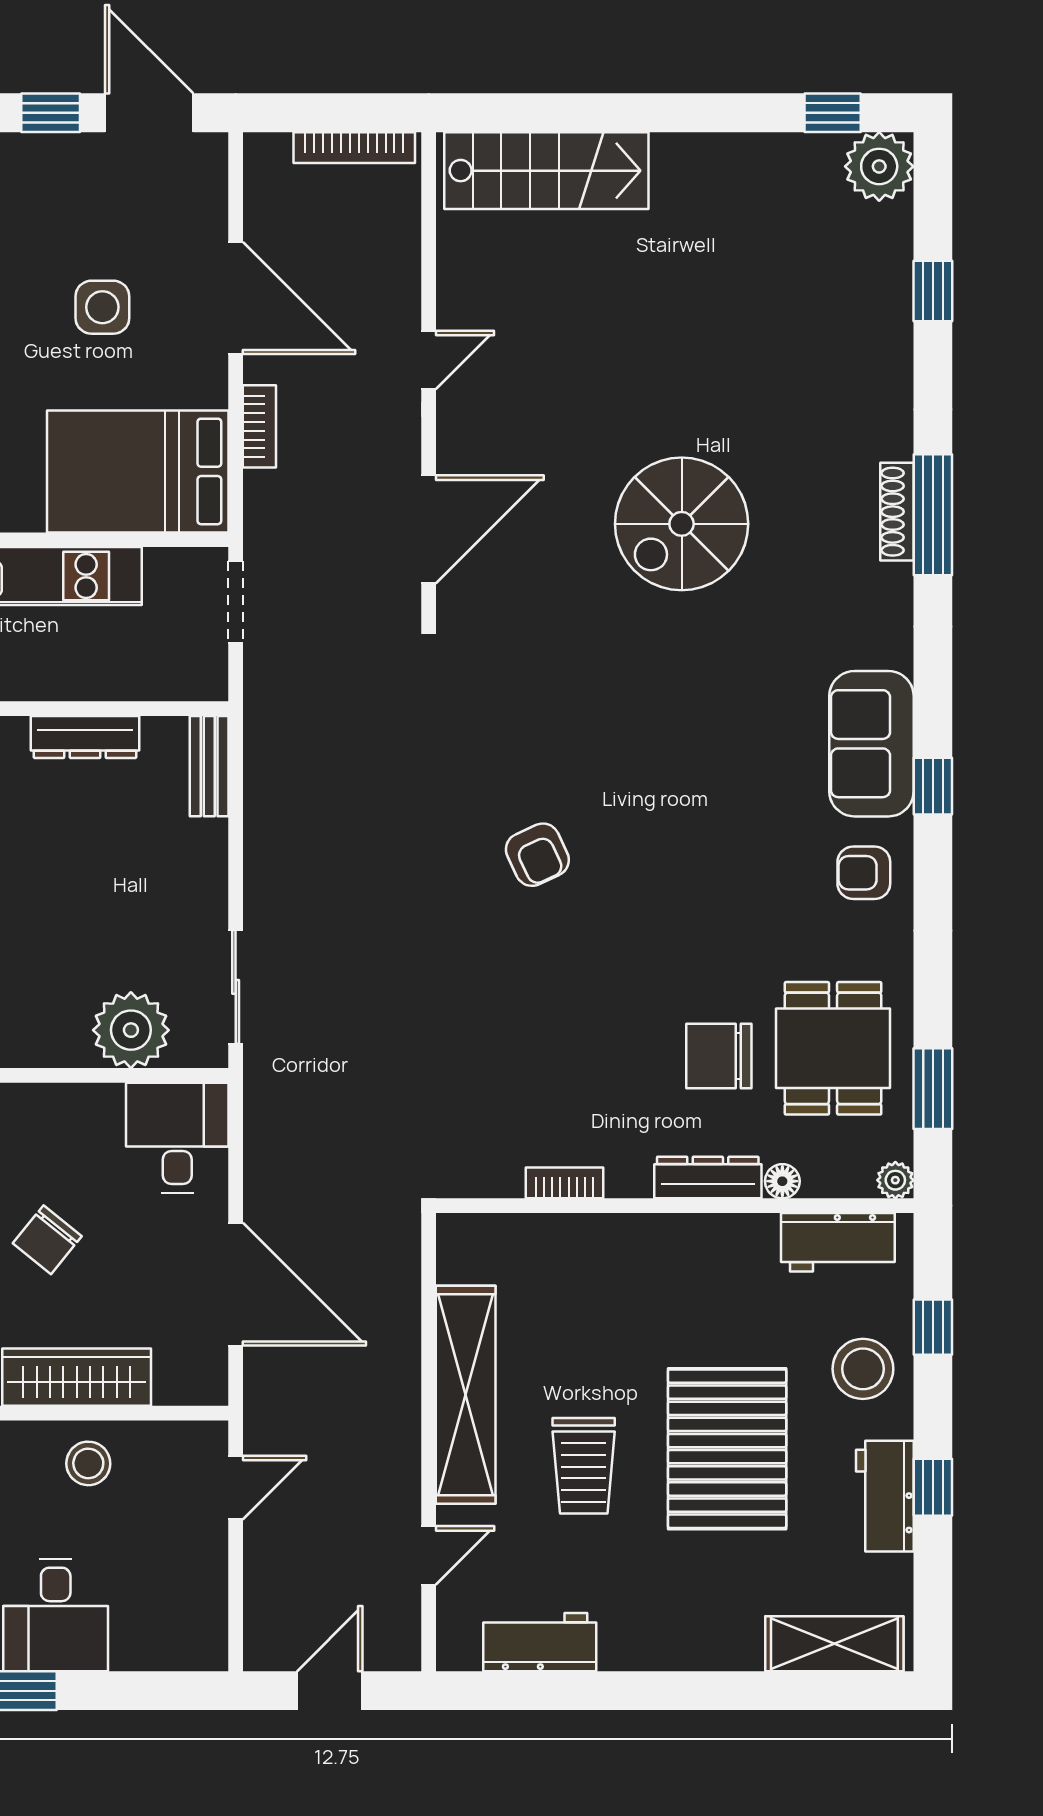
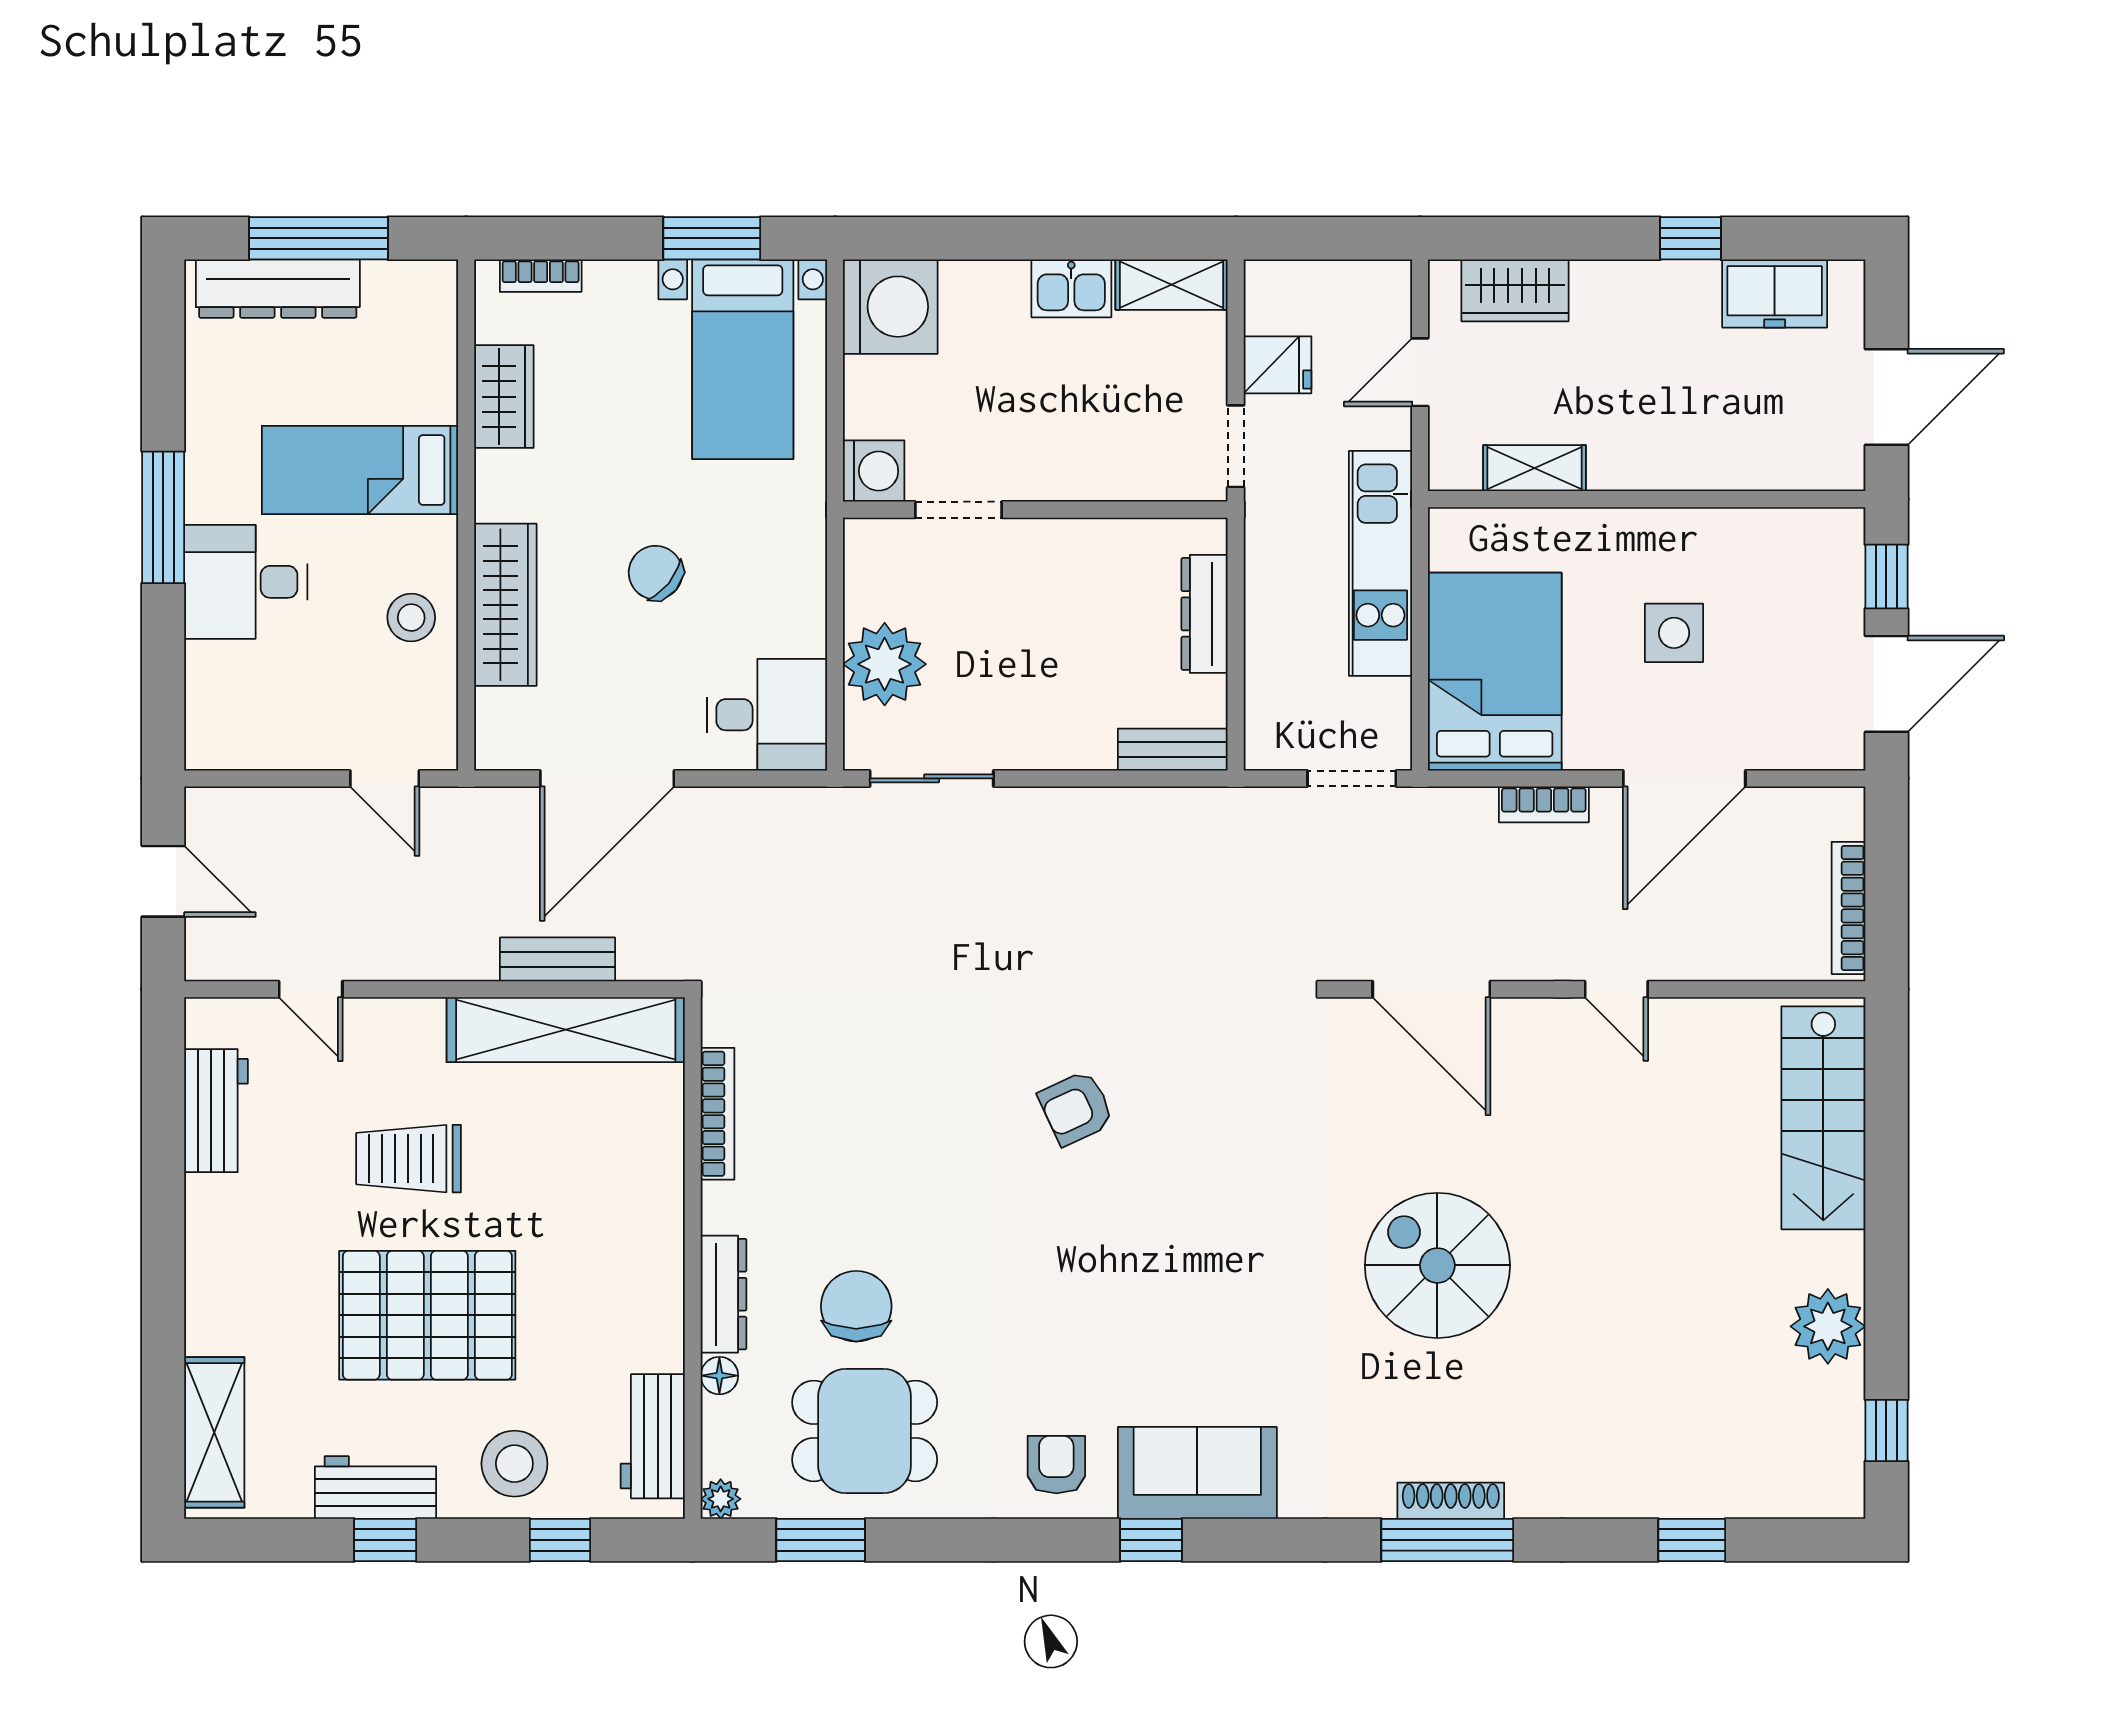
plant: (879, 166) -> (1828, 1326), moved
bookcase: (564, 1183) -> (718, 1114), width x1.56
bench: (401, 1329) -> (558, 959), added
shelving: (466, 1395) -> (566, 1030), moved

